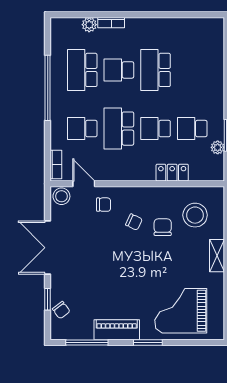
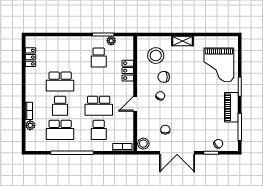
locker: (193, 25) -> (30, 57), added
school desk: (156, 129) -> (99, 82), removed
door: (84, 184) -> (135, 104), moved
chair: (104, 205) -> (165, 130), moved

